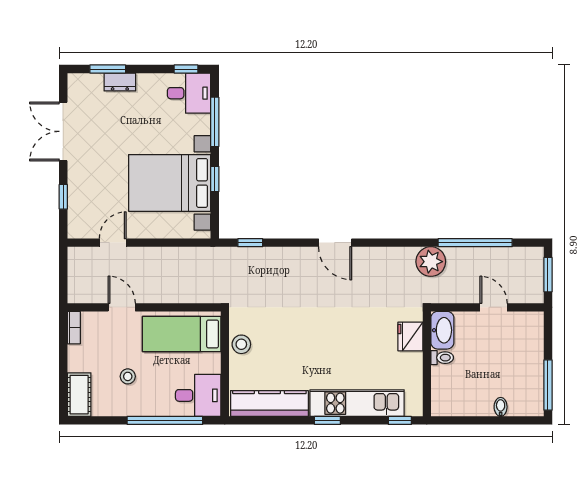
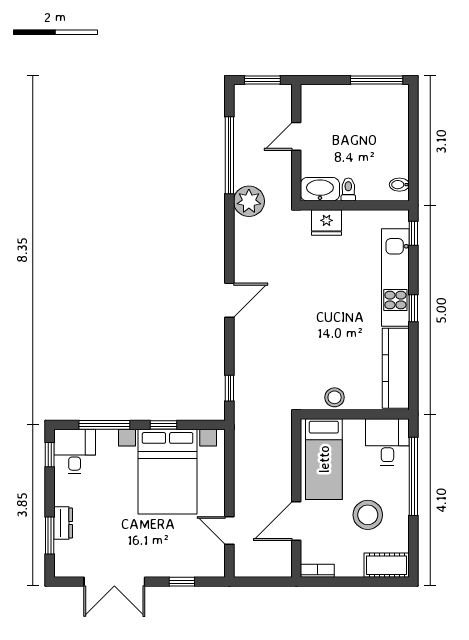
door: (122, 307) -> (296, 521), width x1.38
stool: (128, 376) -> (368, 515), width x1.89, depth x1.89
bidet: (501, 407) -> (399, 185), moved

